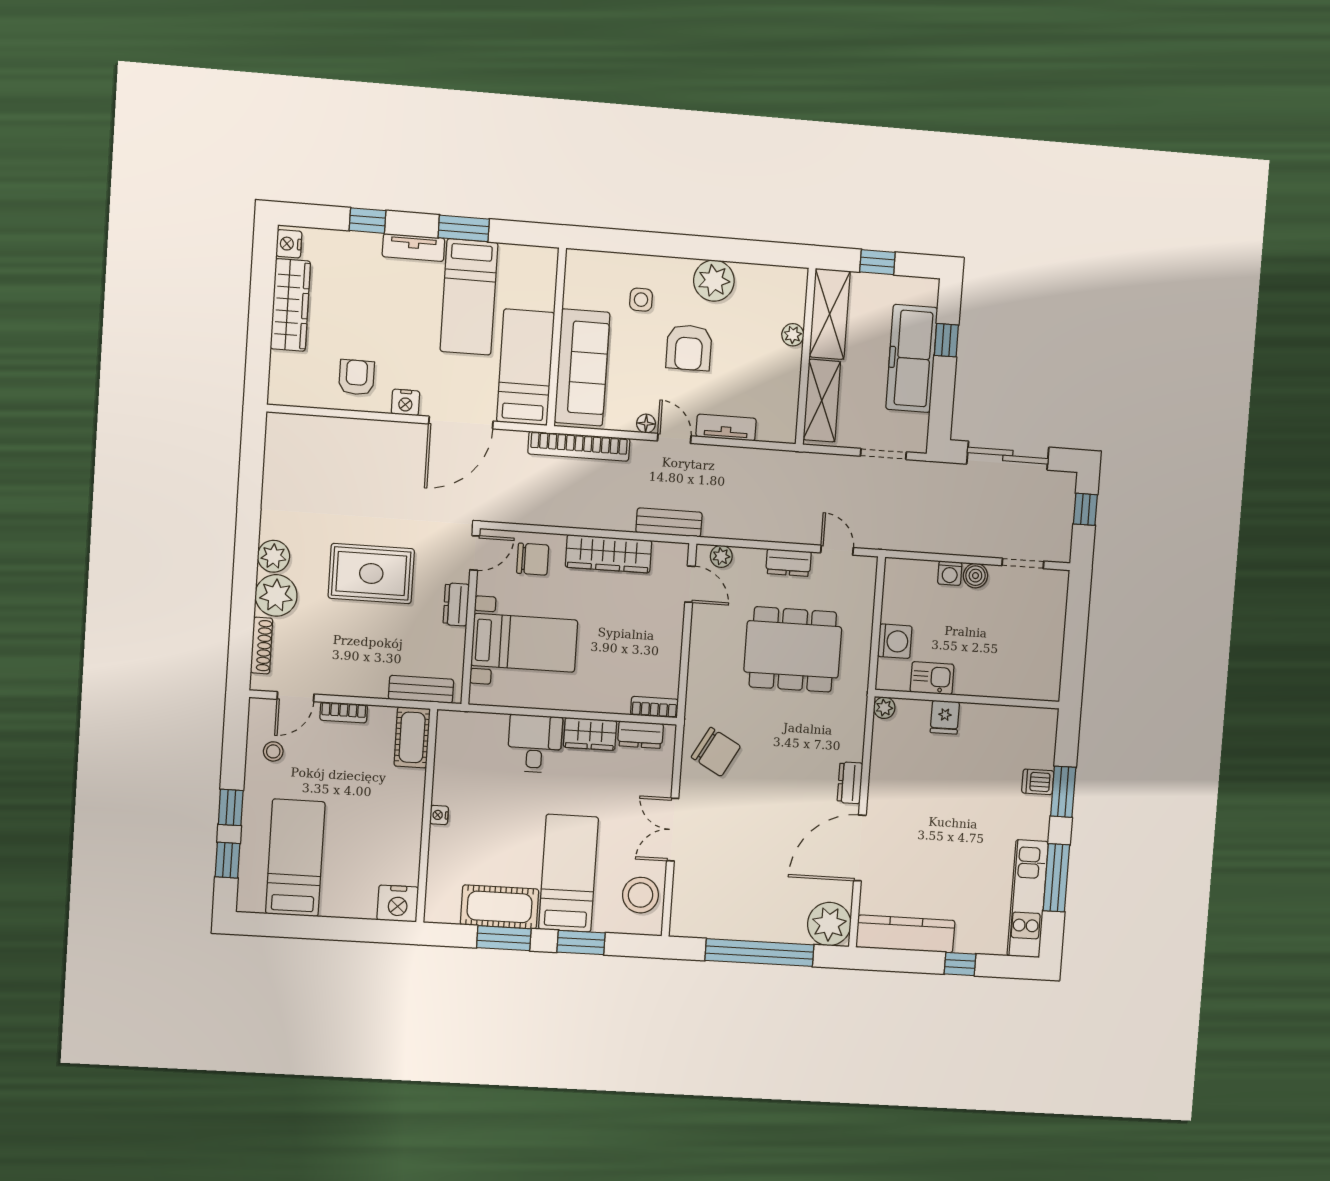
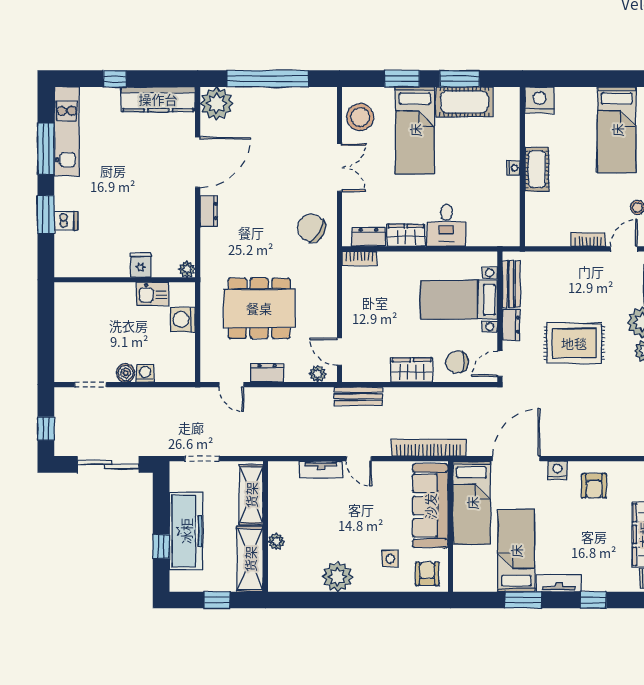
armchair: (689, 348) -> (427, 574), moved, width x0.72, depth x0.72
floor lamp: (646, 424) -> (380, 468), removed
wardrobe: (608, 554) -> (412, 370), width x0.67
bench: (421, 689) -> (511, 284), moved, turned 90
cot: (412, 737) -> (537, 169), moved

